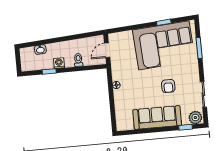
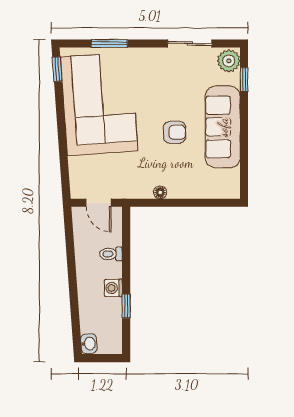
window: (164, 22) -> (57, 69), moved
washbasin: (40, 50) -> (89, 344), moved
armchair: (168, 86) -> (174, 132), moved

